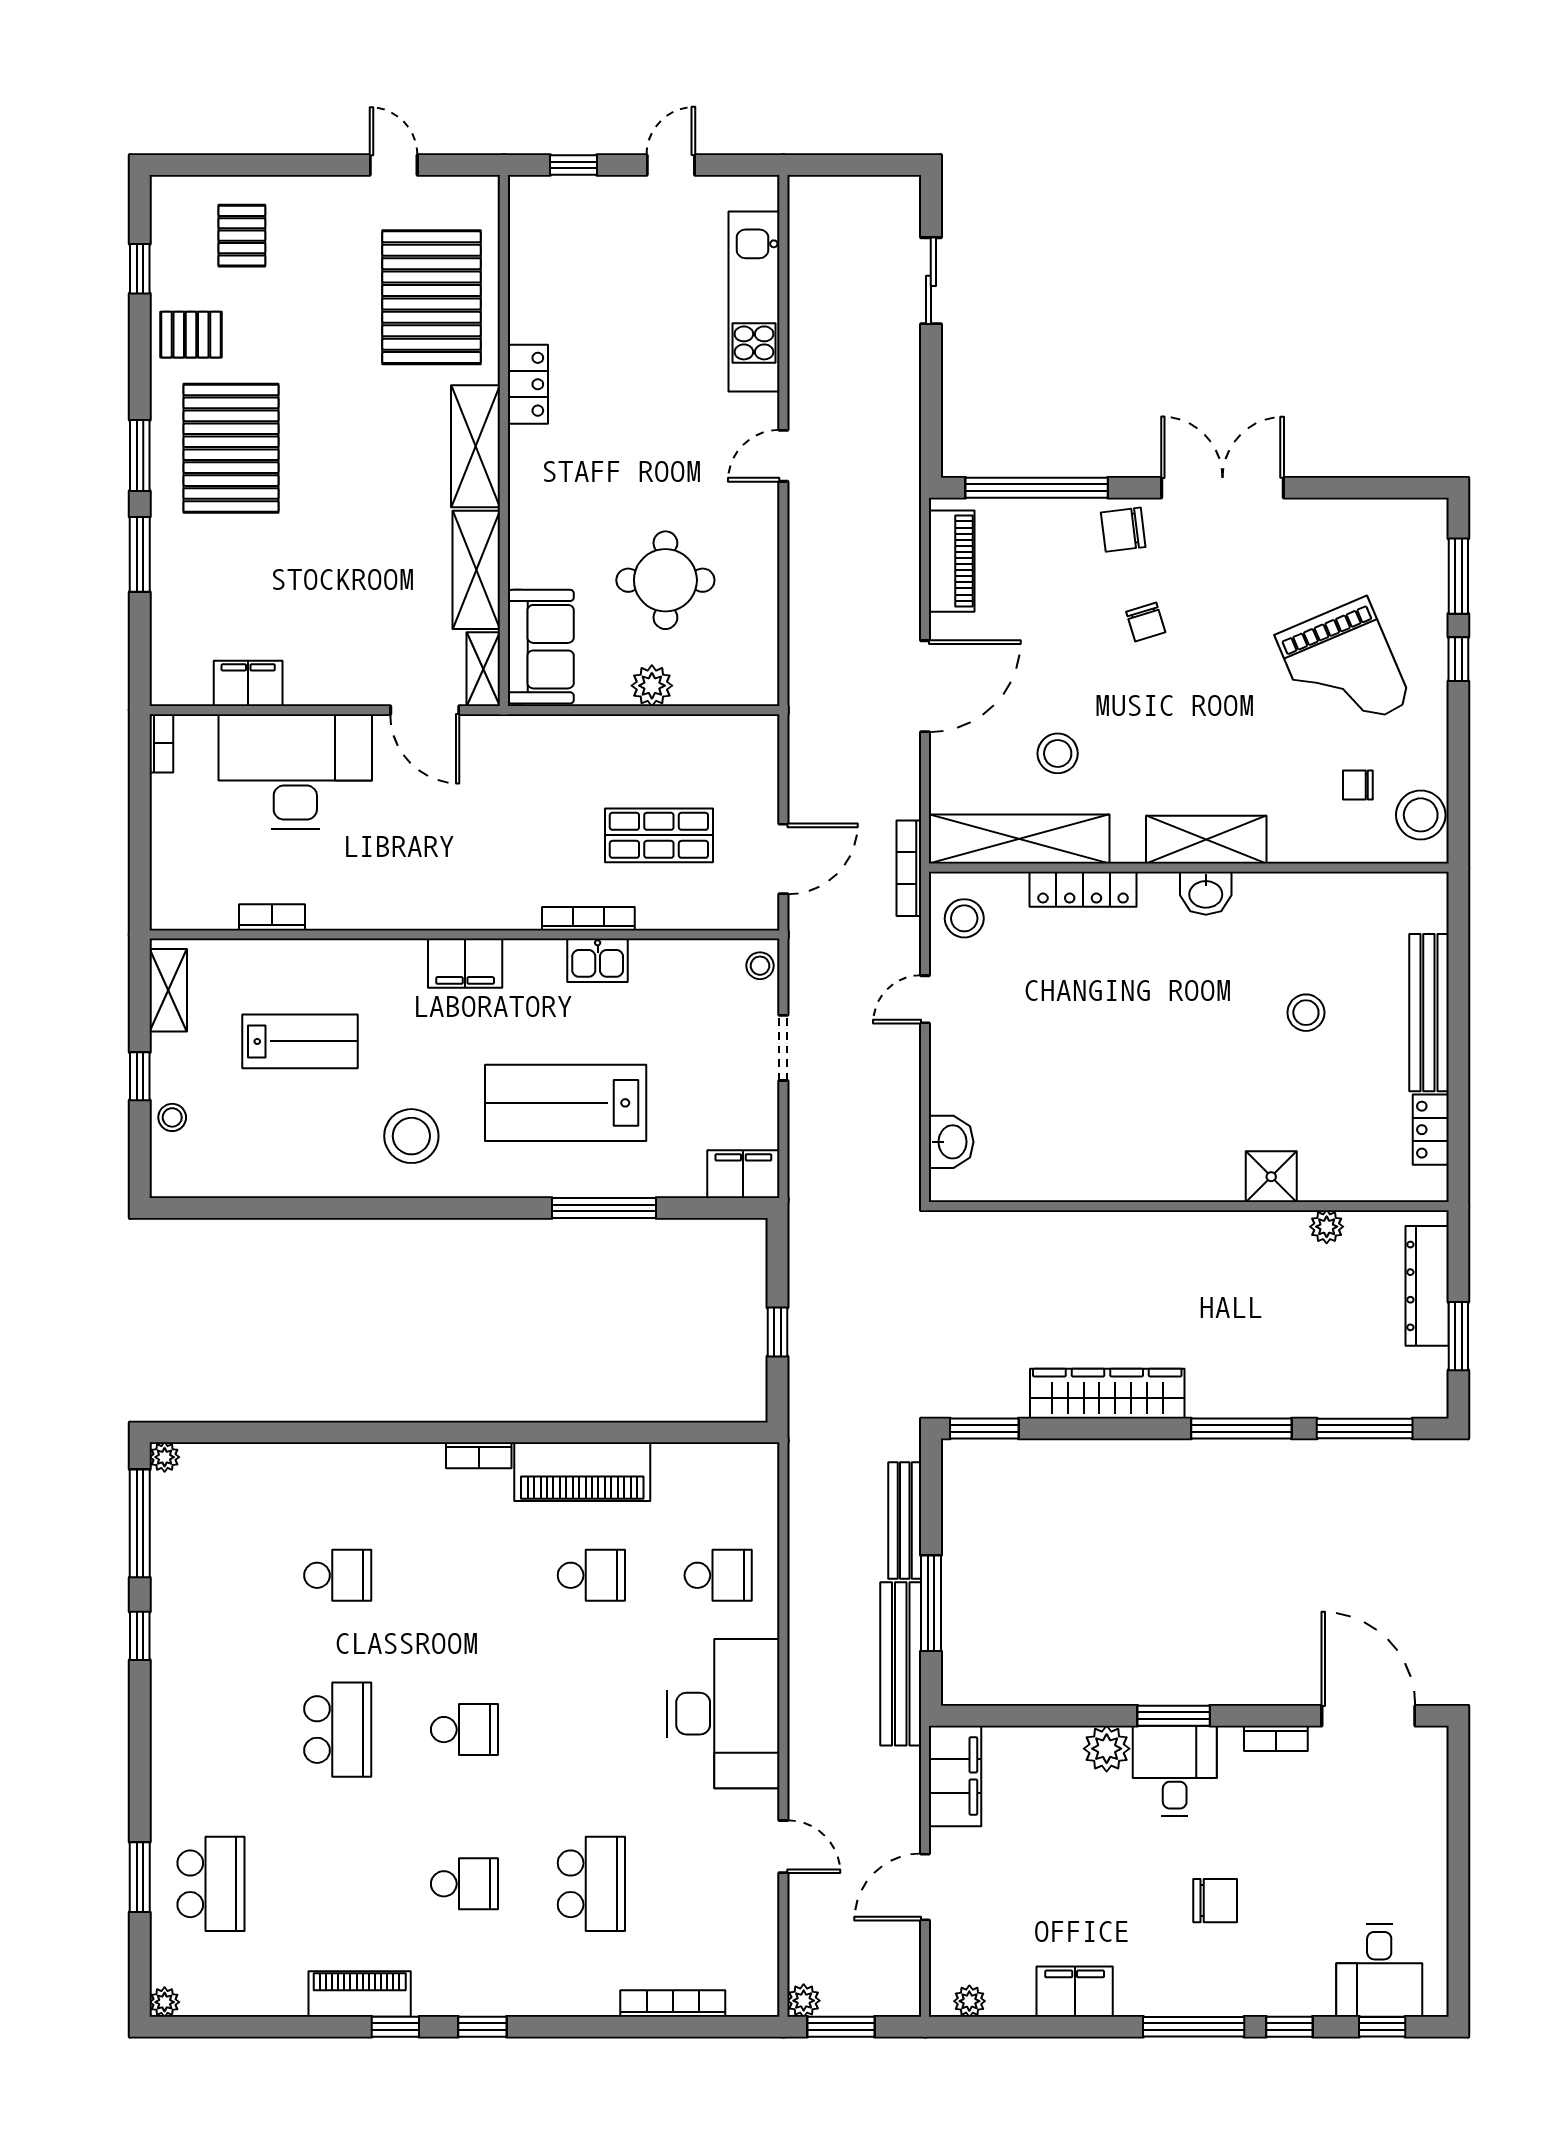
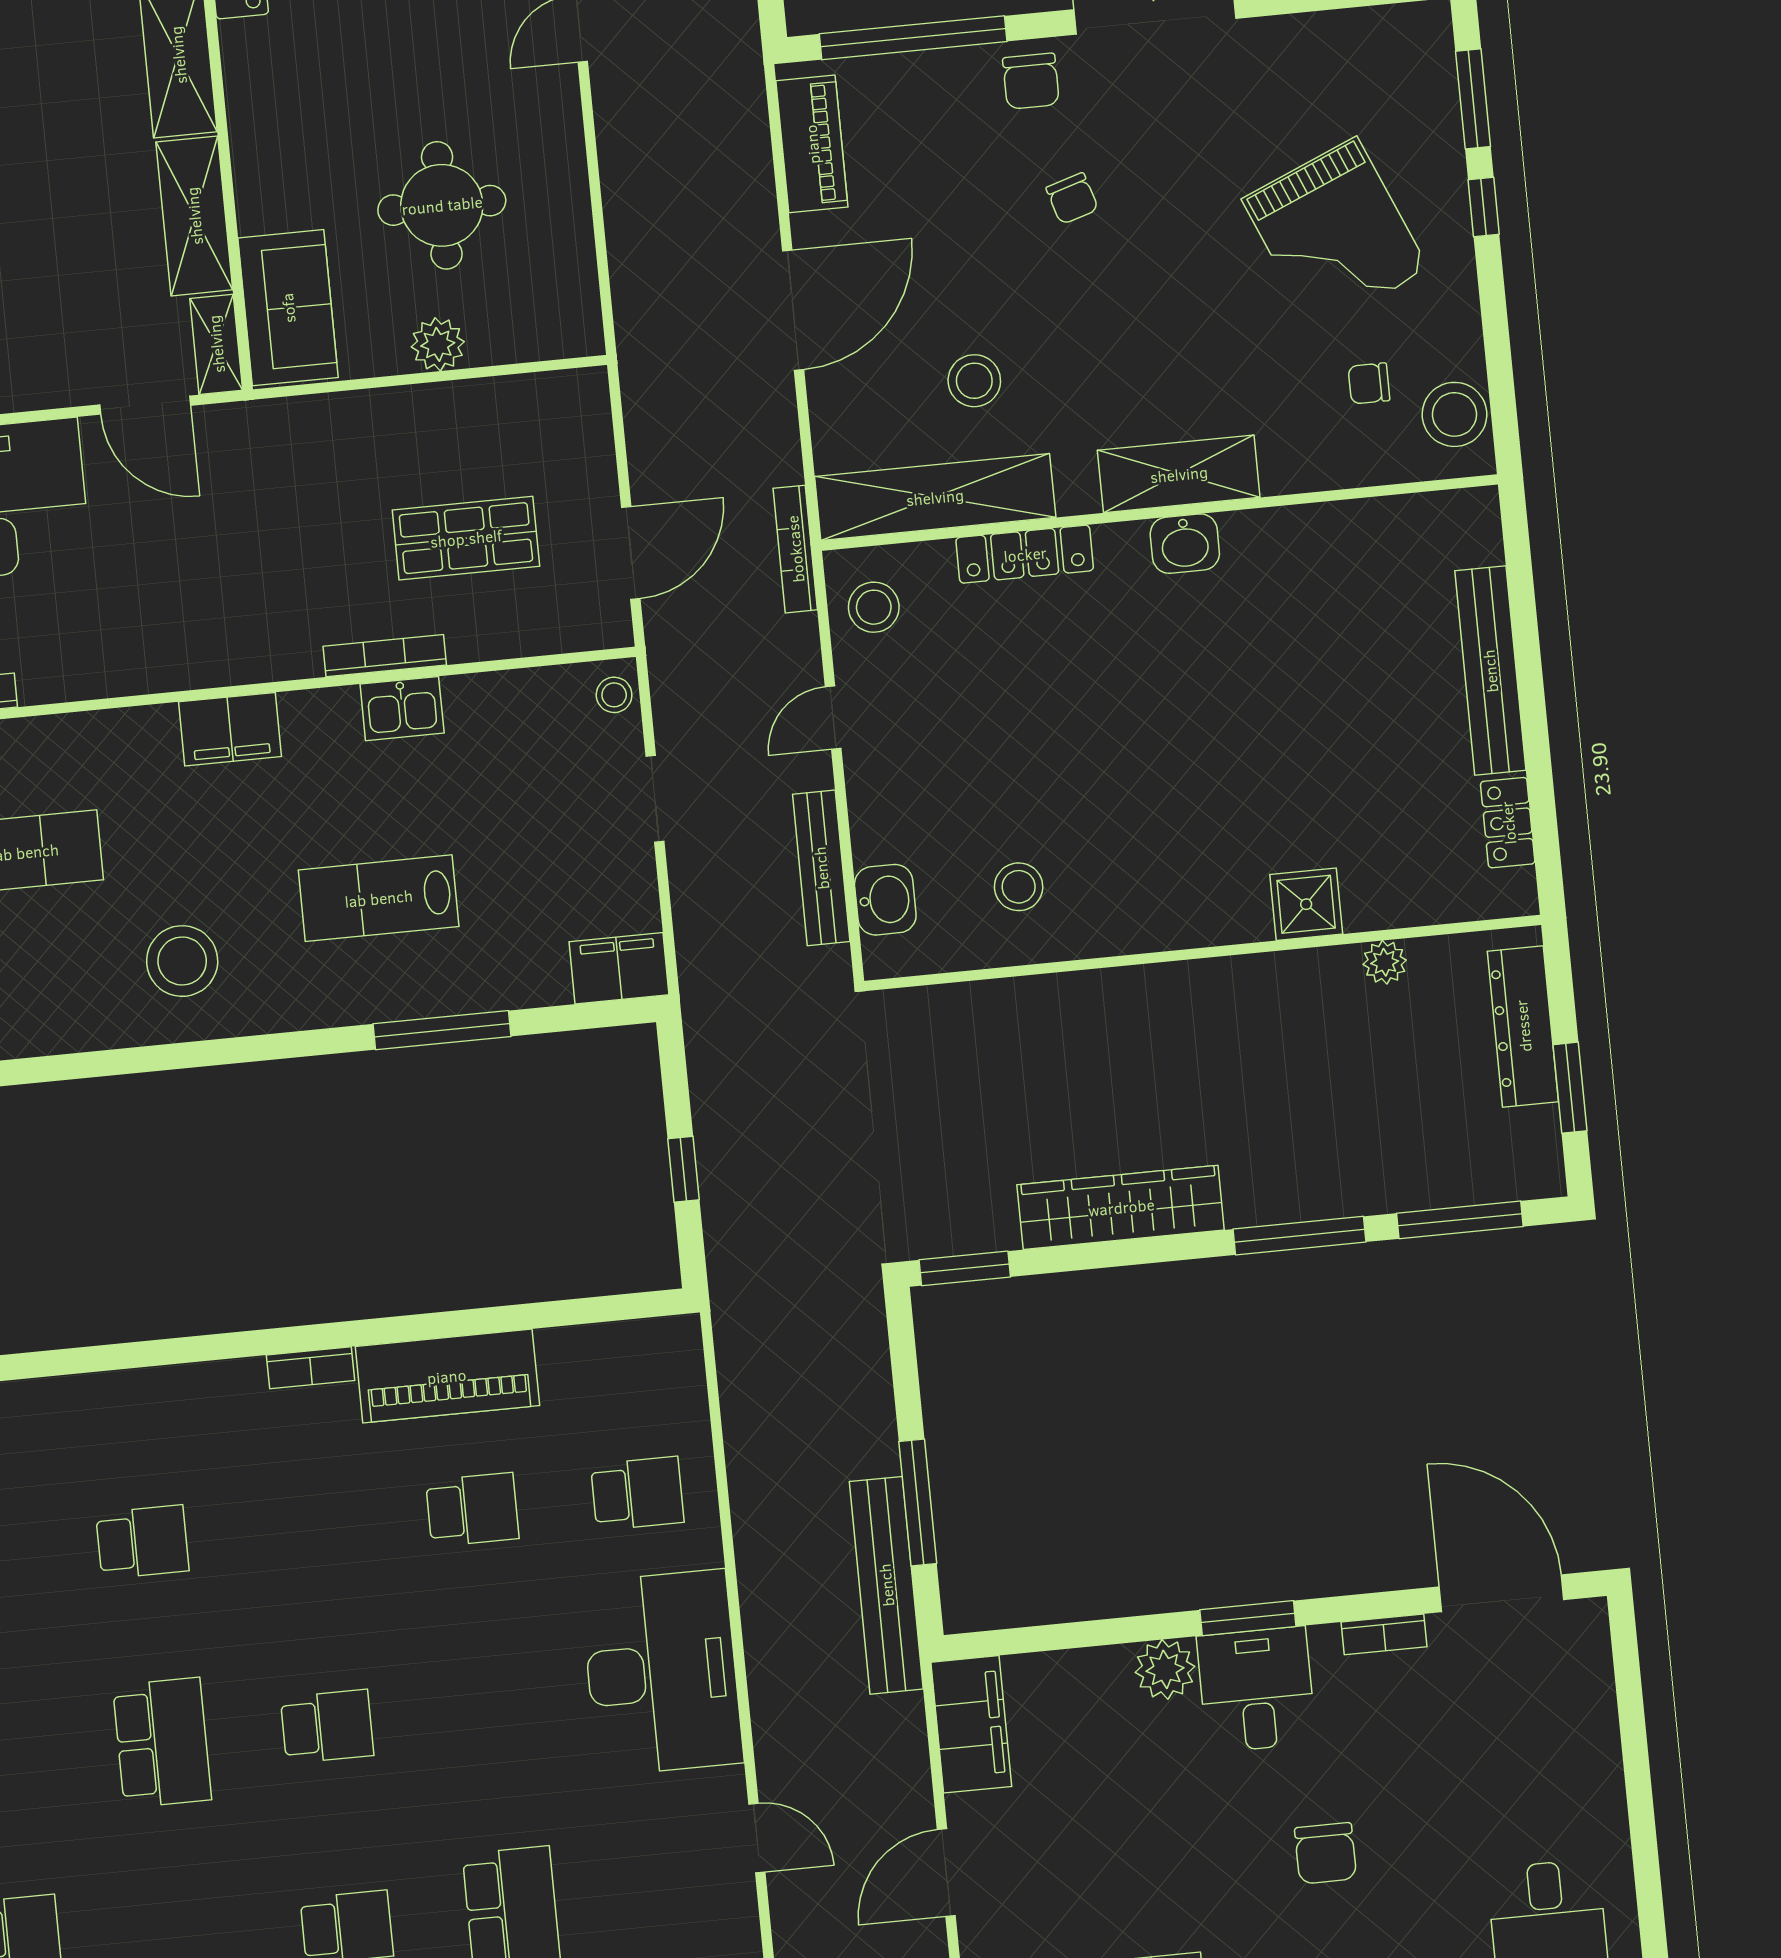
chair: (1123, 530) -> (1031, 81), turned -83
stool: (1306, 1013) -> (1019, 887), moved
lab bench: (566, 1103) -> (379, 898), width x0.73, depth x0.72
bench: (905, 1521) -> (821, 868), moved
chair: (1215, 1901) -> (1325, 1853), turned 90

